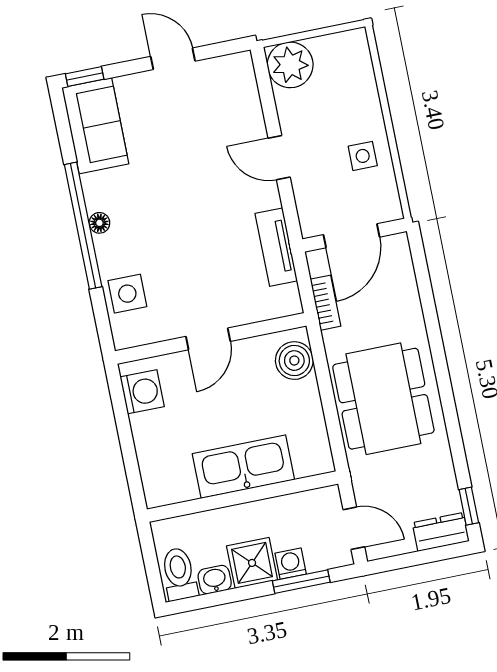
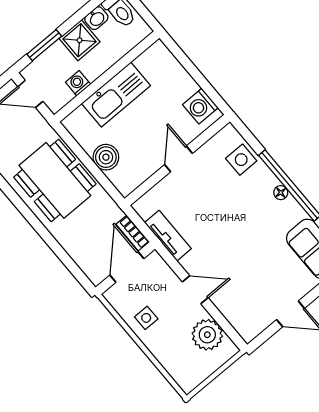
plant: (290, 65) -> (207, 335), moved
bookcase: (325, 303) -> (133, 233), moved
boiler: (294, 361) -> (106, 157), moved
washing machine: (291, 564) -> (78, 83), moved, turned 180

